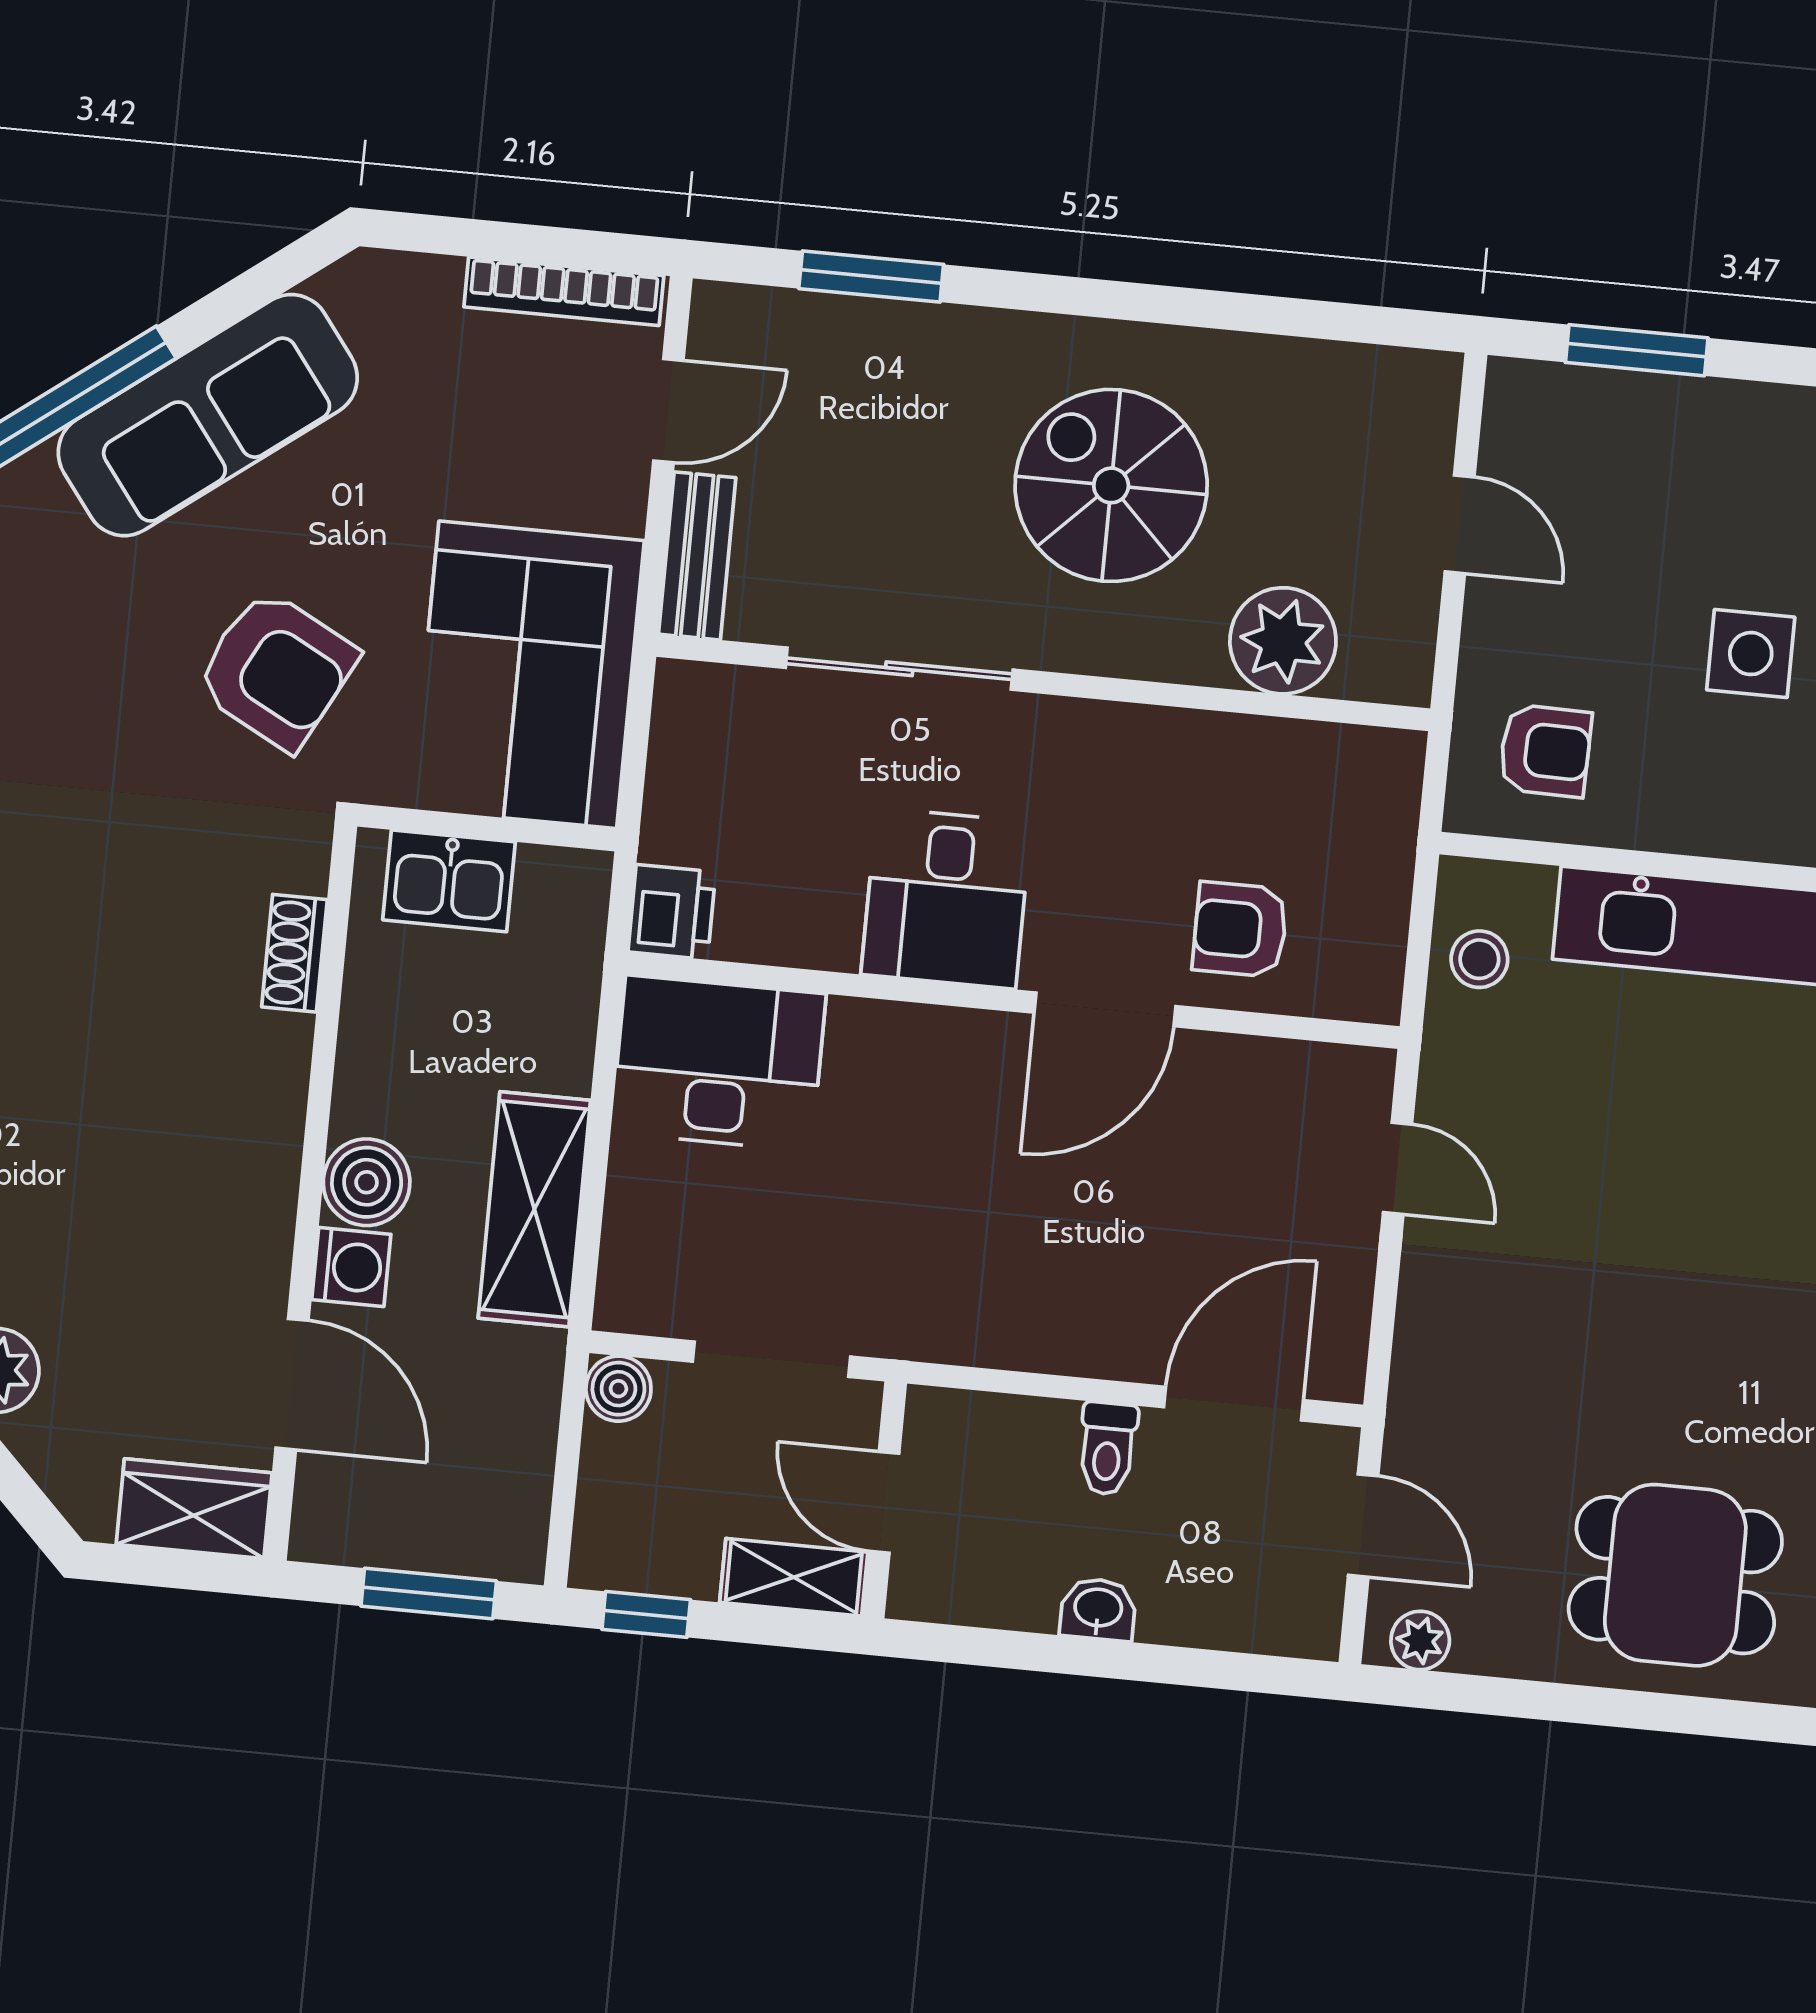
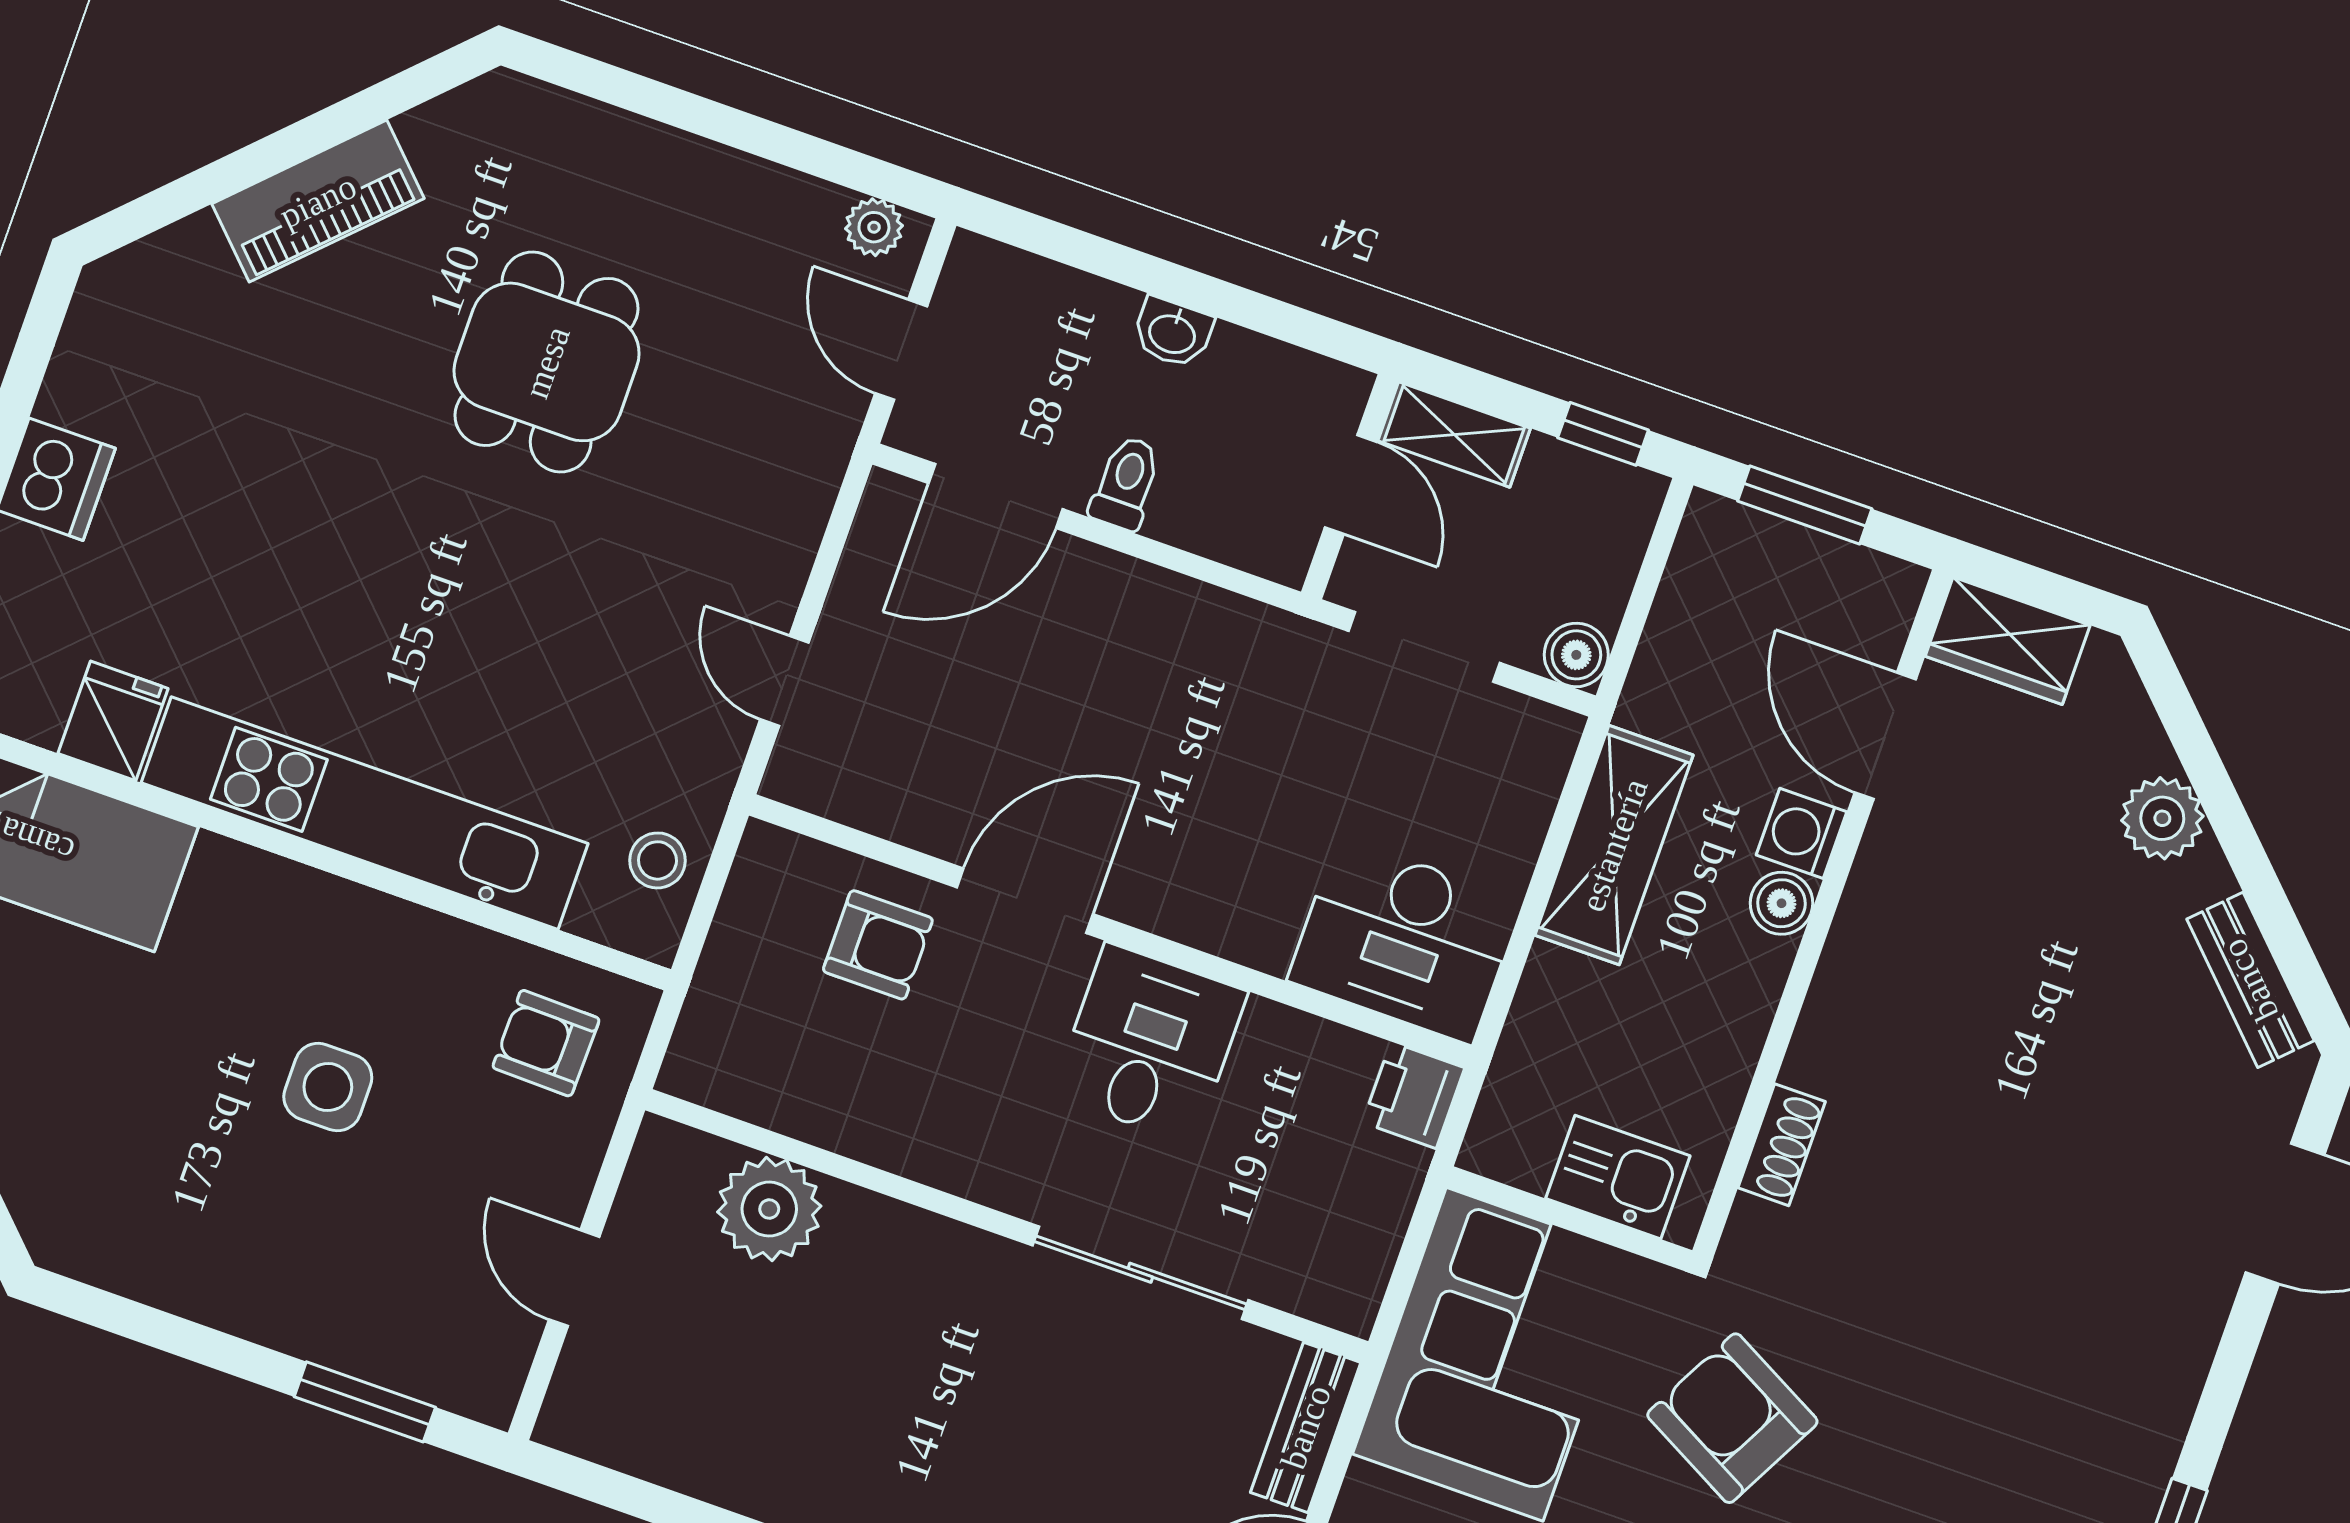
spiral stairs: (1111, 485) -> (896, 1397), removed
boiler: (367, 1182) -> (1782, 903), width x0.73, depth x0.73
dining table: (1675, 1575) -> (547, 362), moved, turned 90

